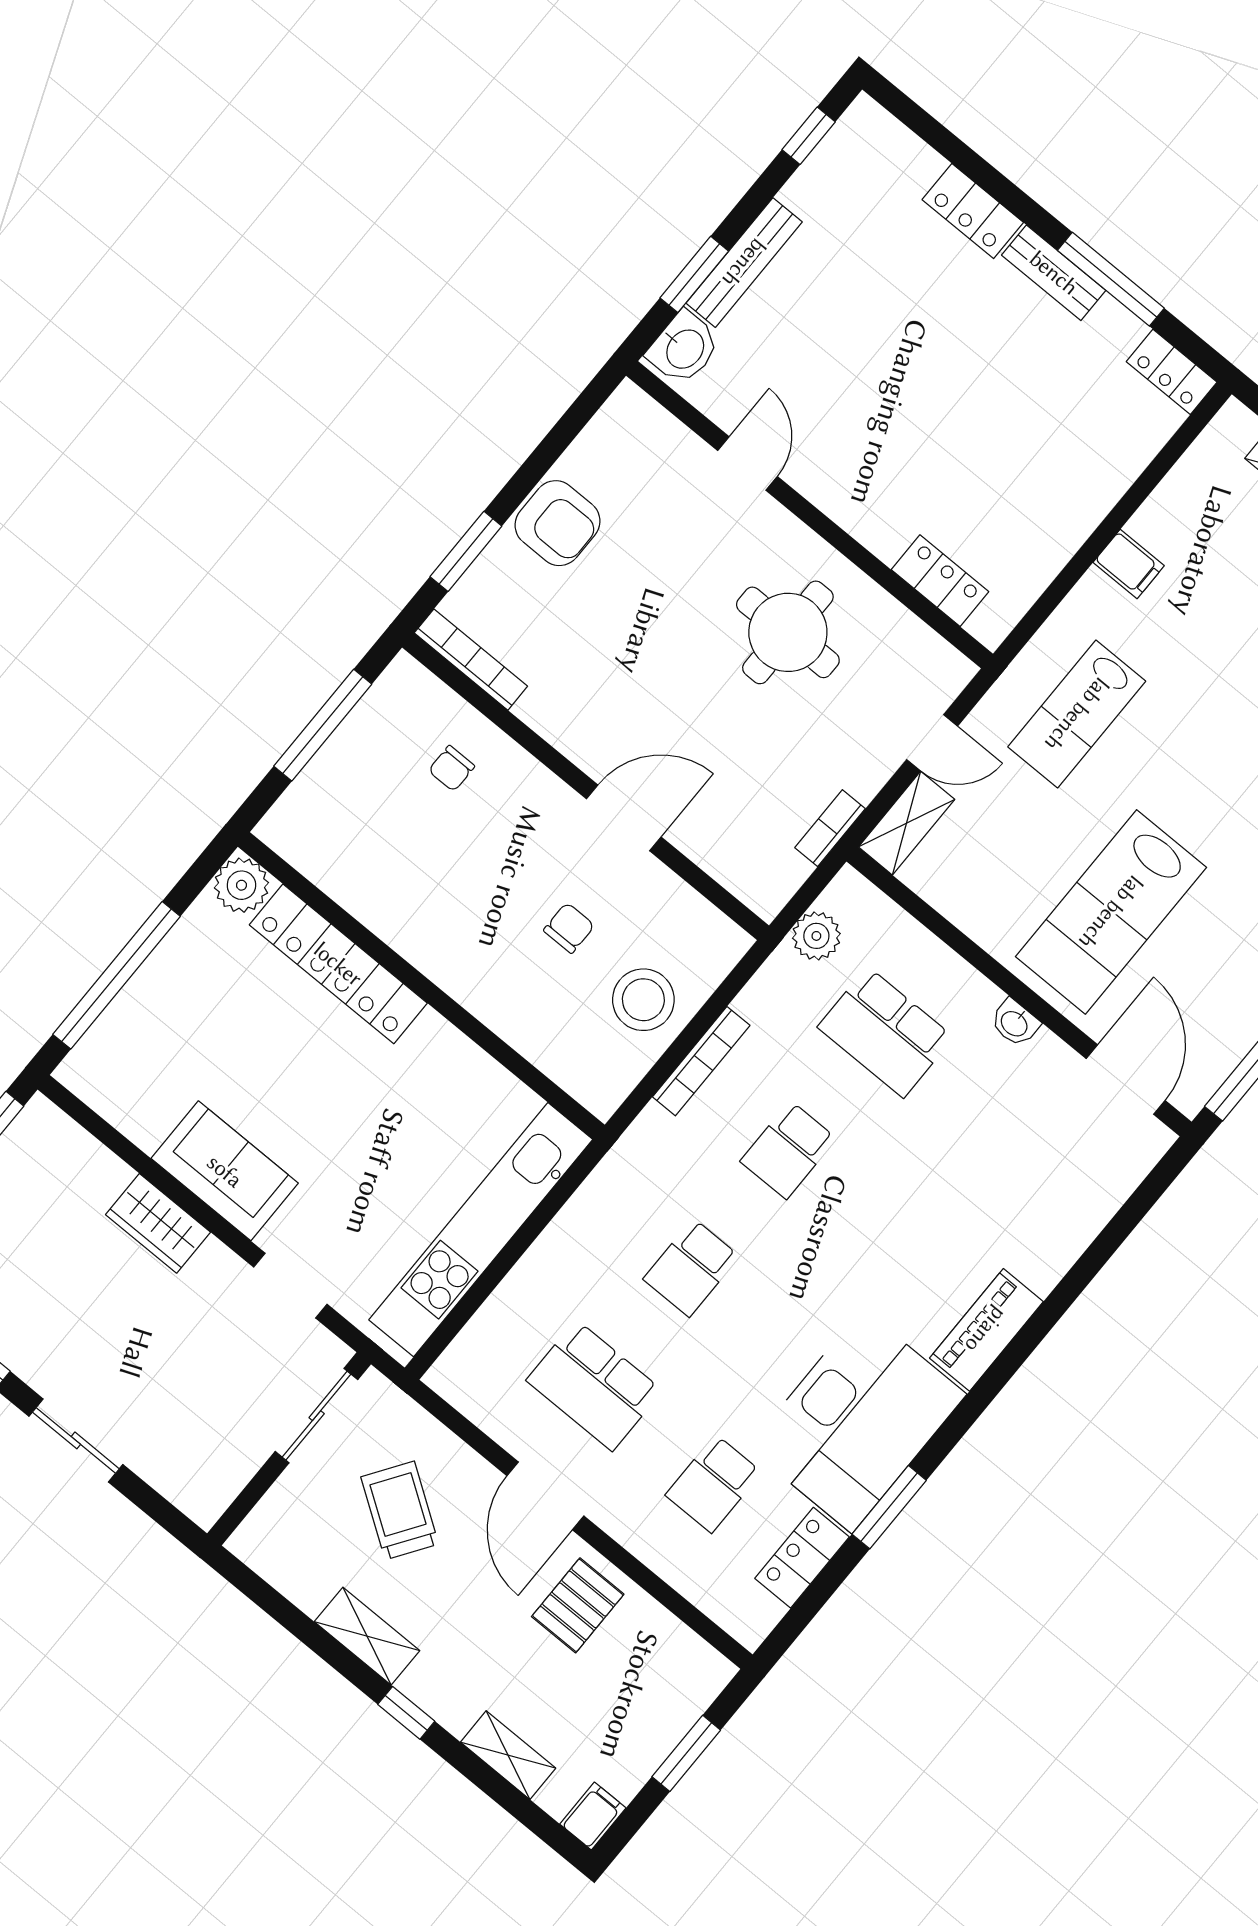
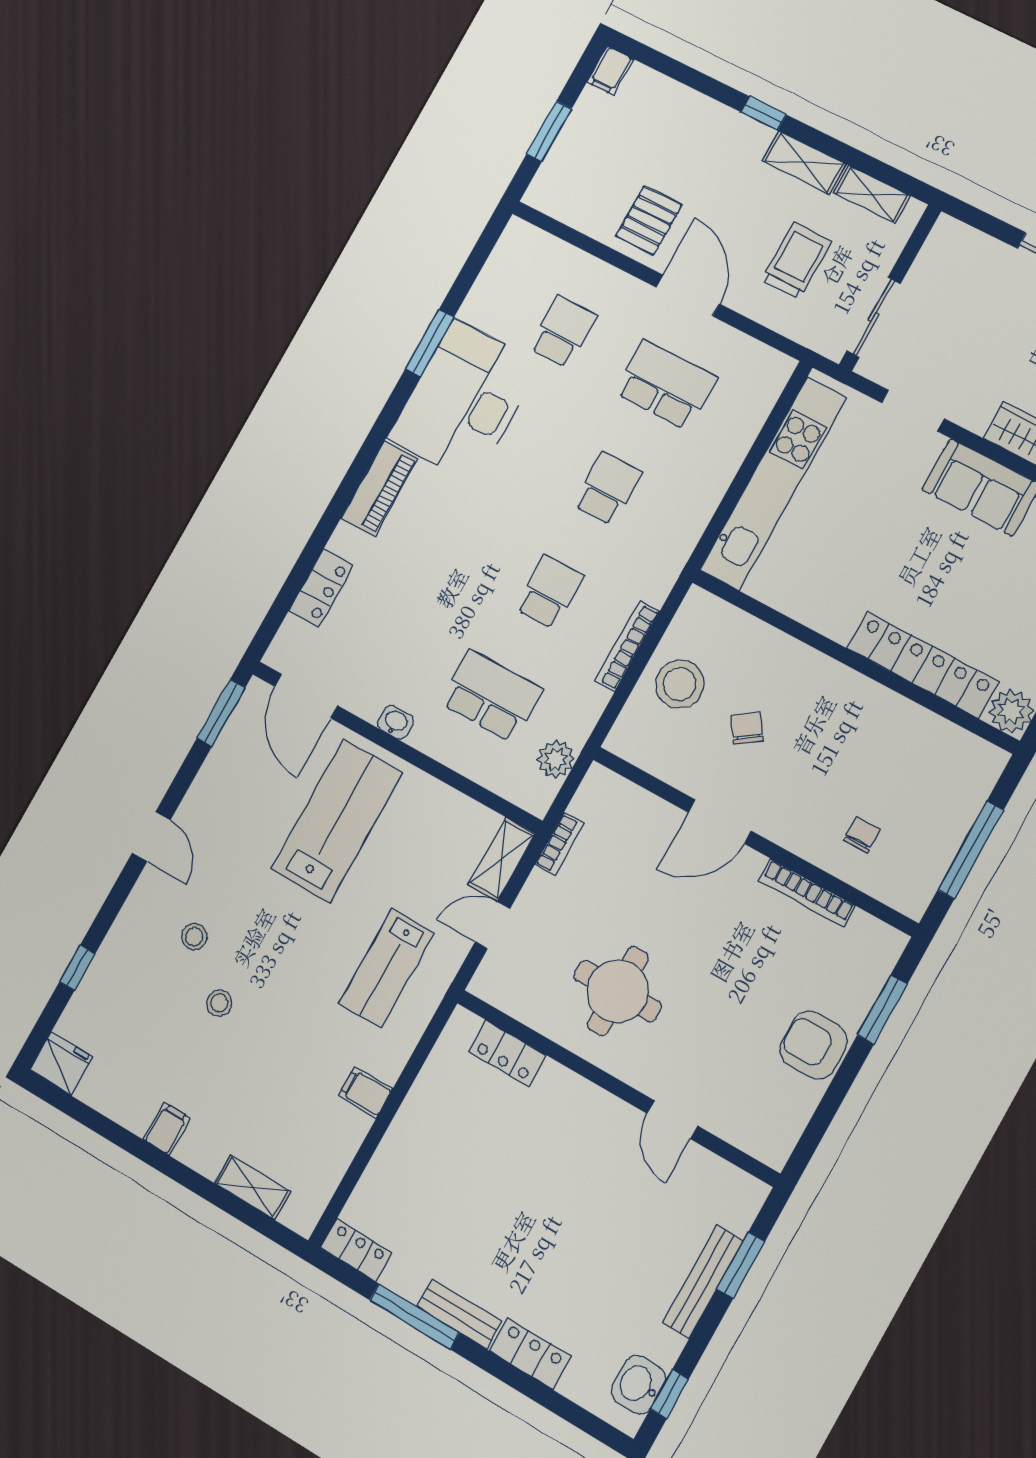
washbasin: (684, 348) -> (638, 1385), moved
bookcase: (471, 660) -> (807, 893), moved
lab bench: (1077, 714) -> (386, 968), turned 180
chair: (569, 928) -> (747, 728), turned 145
trolley: (400, 1510) -> (796, 261), turned -124
locker: (802, 1558) -> (321, 588), moved
shelving: (508, 1755) -> (872, 194), moved

